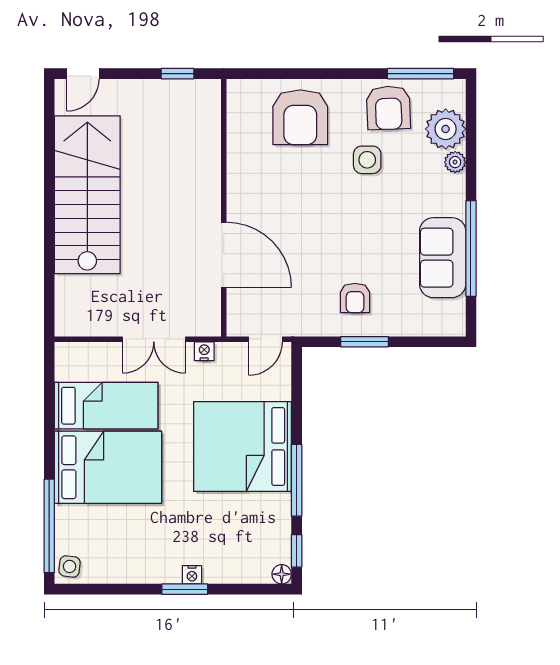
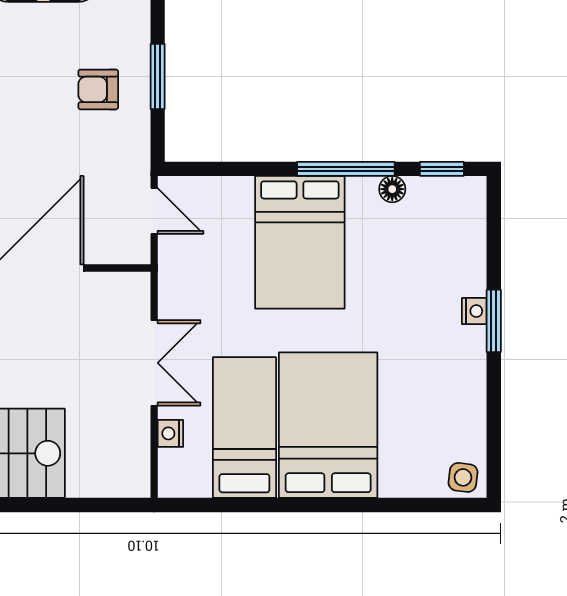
armchair: (355, 298) -> (98, 89), turned 180
nightstand: (204, 351) -> (170, 433), moved
bed: (243, 446) -> (300, 242), width x0.73
window: (49, 526) -> (408, 505), removed
floor lamp: (282, 574) -> (392, 189), moved

